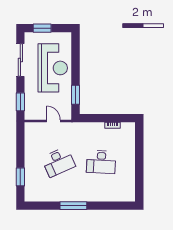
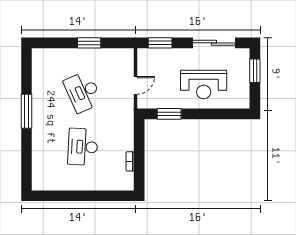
reception desk: (53, 68) -> (204, 84), width x0.74, depth x0.77
window: (20, 177) -> (89, 43), moved

